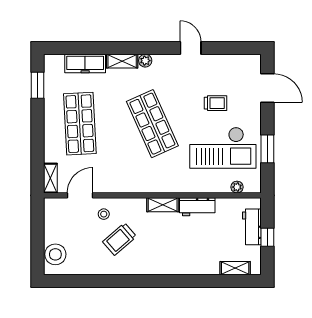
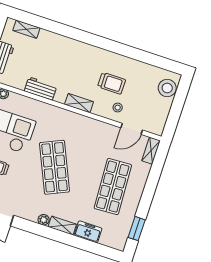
freezer: (85, 64) -> (88, 232), width x0.71
shelving: (163, 205) -> (79, 103), moved
trolley: (120, 239) -> (112, 83), turned 41

